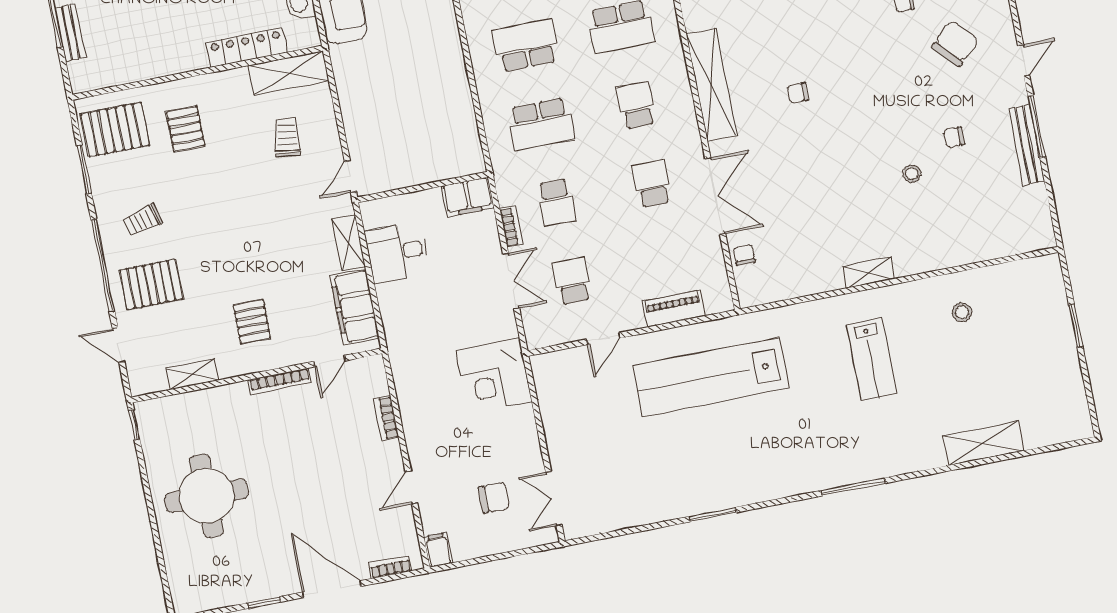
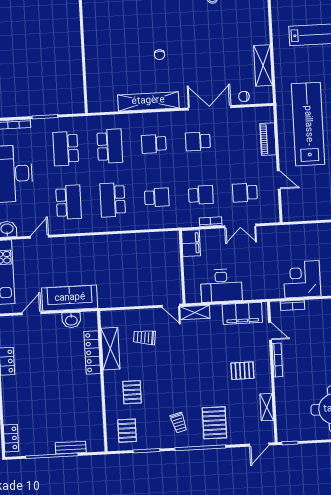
shelving: (289, 73) -> (110, 349), moved
school desk: (541, 124) -> (157, 197), width x0.54
pallet: (185, 129) -> (132, 392), turned 90
pallet: (115, 130) -> (127, 431), width x0.67, depth x0.71
shelving: (348, 243) -> (195, 312), moved
desk: (397, 252) -> (221, 286), width x1.37
shelving: (869, 273) -> (263, 65), moved, width x1.50, depth x1.33
double door: (511, 281) -> (240, 226), swing flipped
door: (118, 345) -> (259, 445), moved
corner desk: (494, 376) -> (302, 279), moved, turned 180
lab bench: (711, 377) -> (308, 124), turned 180
bookcase: (386, 418) -> (292, 305), moved

